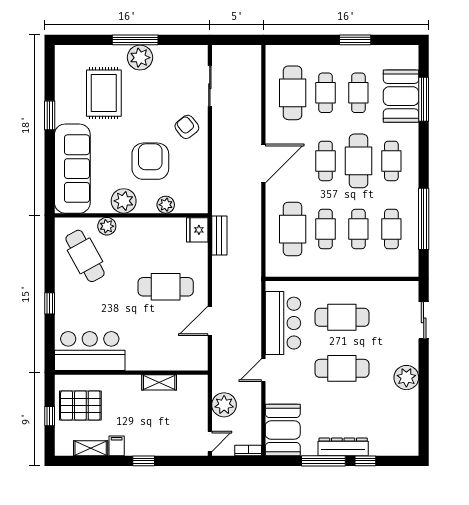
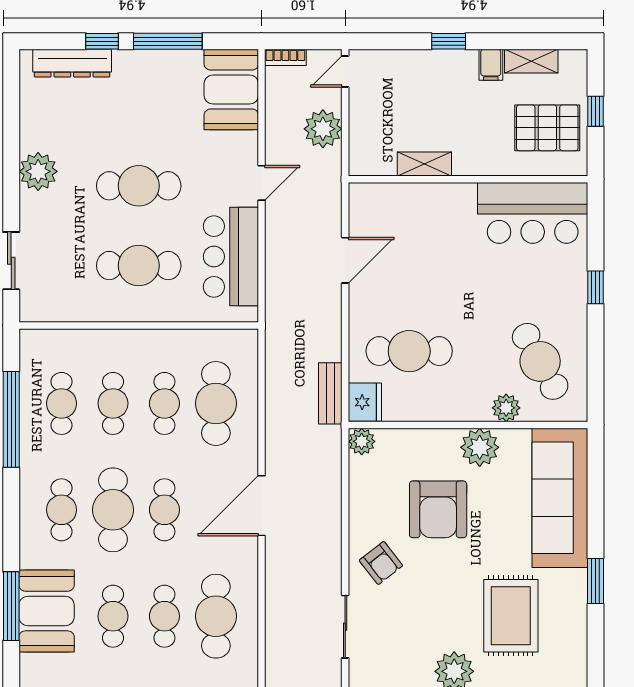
plant: (166, 205) -> (362, 441), moved
cafe table: (166, 287) -> (409, 351), moved
dresser: (343, 447) -> (72, 63), moved

